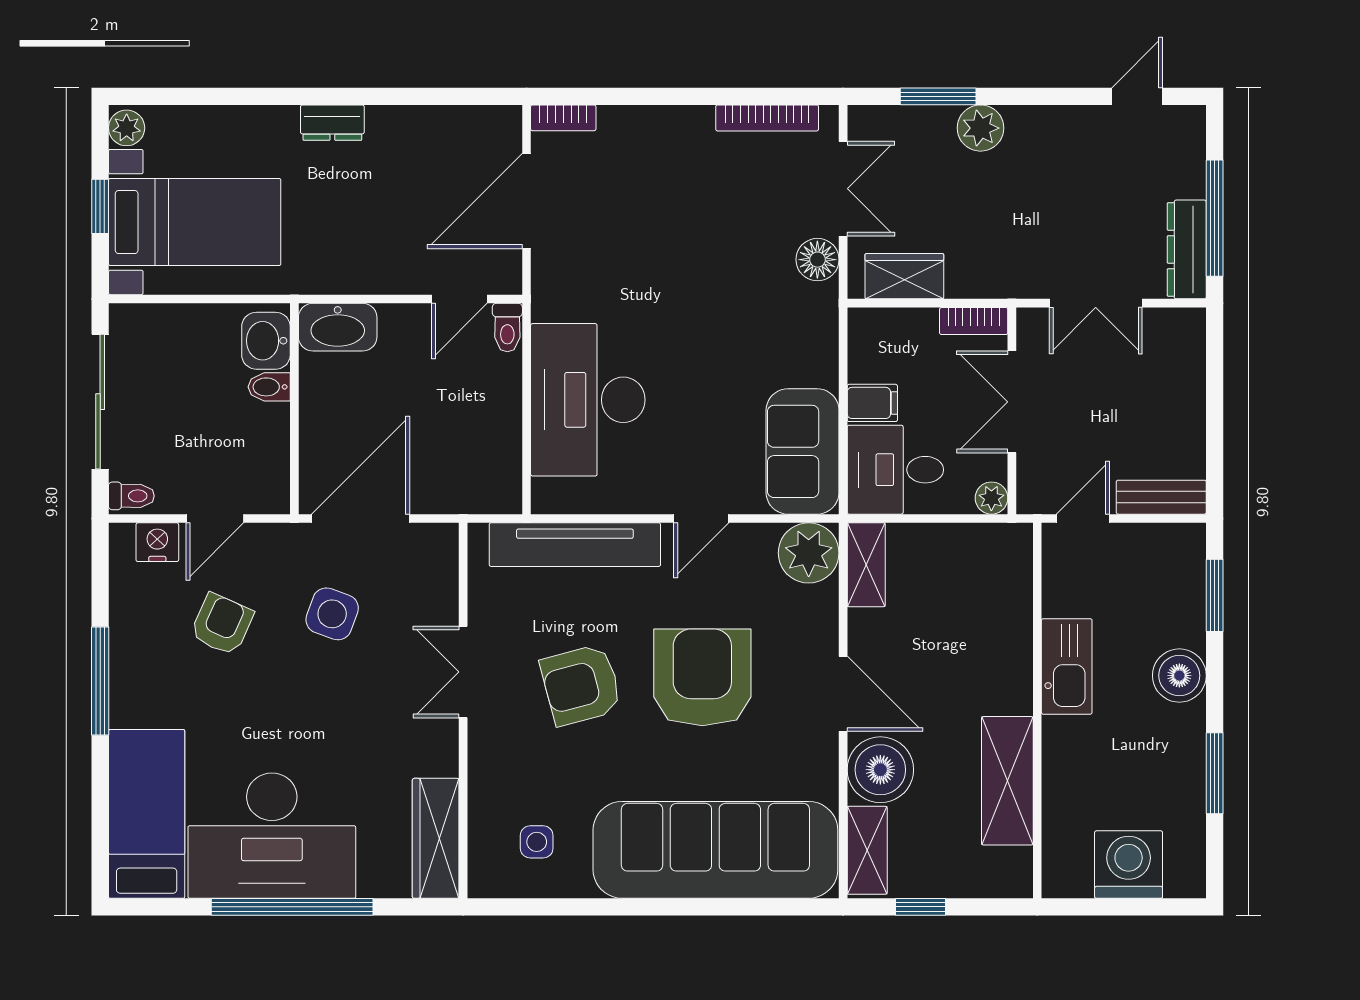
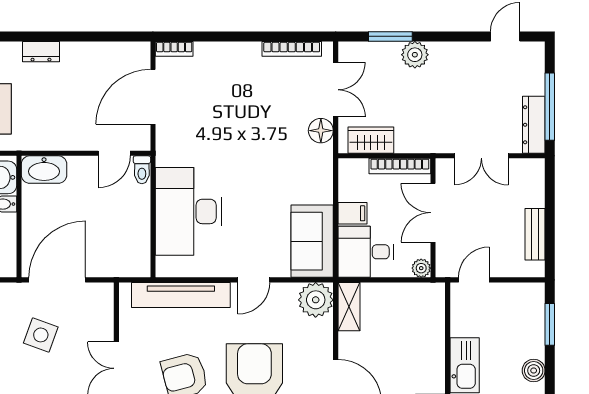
bookcase: (974, 321) -> (400, 166), width x1.56
bench: (1161, 497) -> (535, 234), moved, turned 90
boiler: (1179, 676) -> (534, 371), width x0.73, depth x0.73

